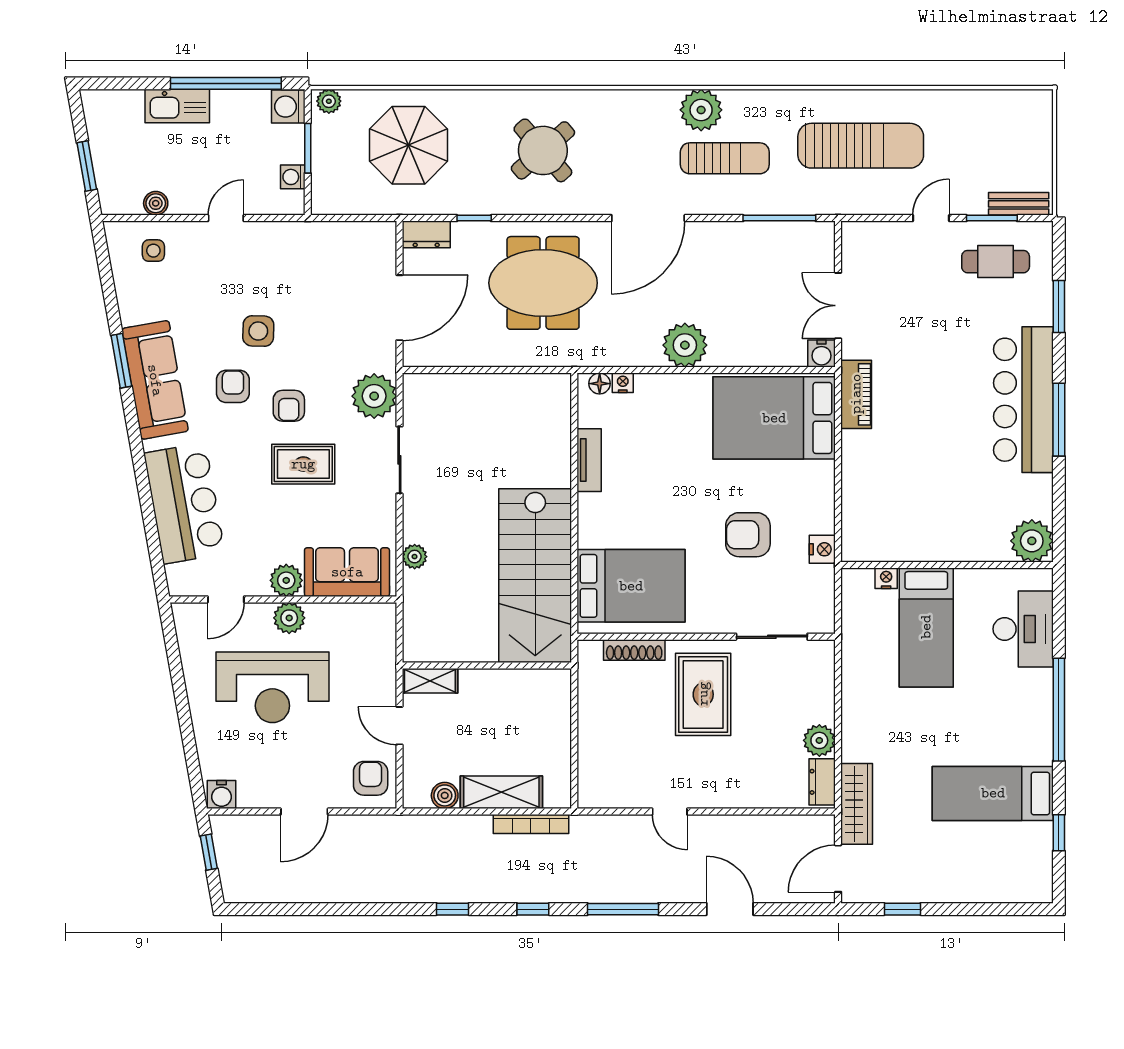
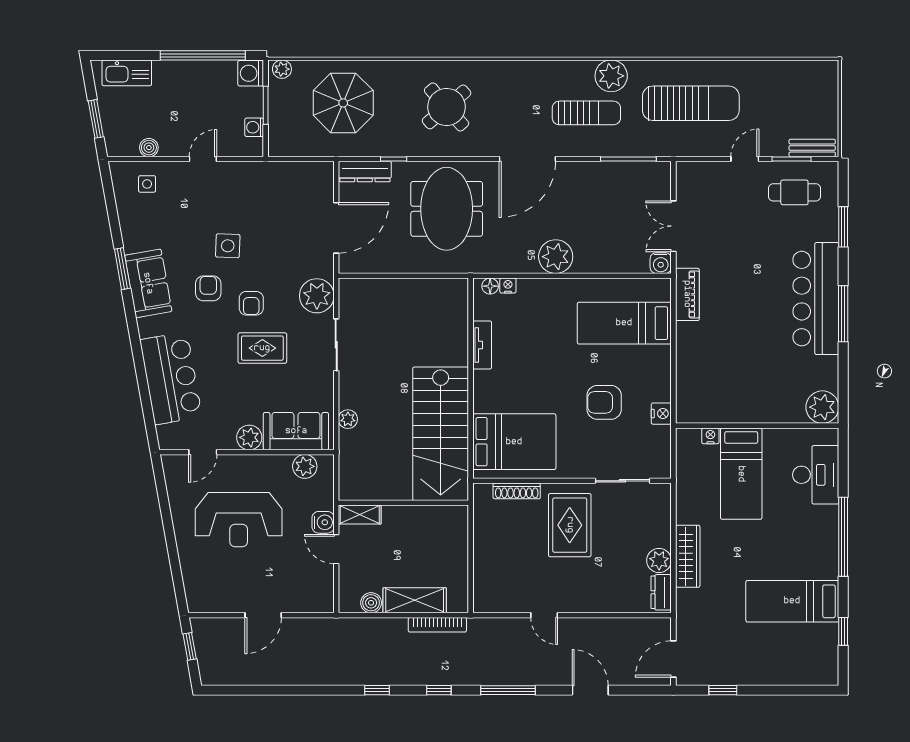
kitchen sink: (177, 106) -> (127, 73), moved
plant: (701, 110) -> (611, 76), moved
dresser: (426, 234) -> (365, 172), width x1.44
meeting table: (543, 283) -> (447, 209), turned 90
sofa: (155, 380) -> (148, 283), width x0.73
bed: (774, 418) -> (624, 323), width x0.67
plant: (289, 618) -> (305, 466), moved
armchair: (371, 778) -> (314, 590), removed
water cooler: (222, 794) -> (323, 522), moved, turned -90
wardrobe: (857, 804) -> (688, 556), moved

